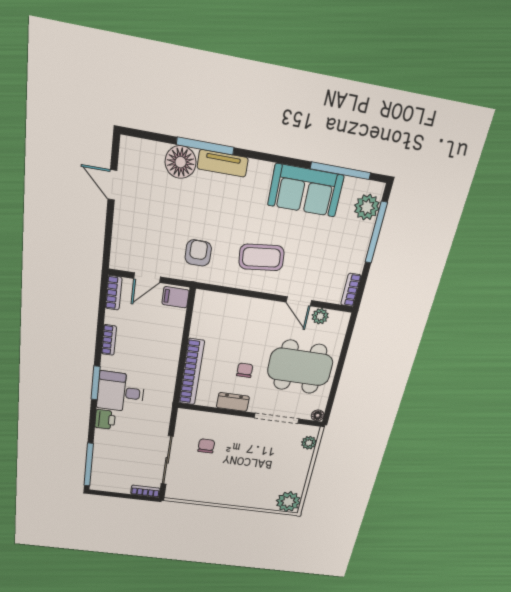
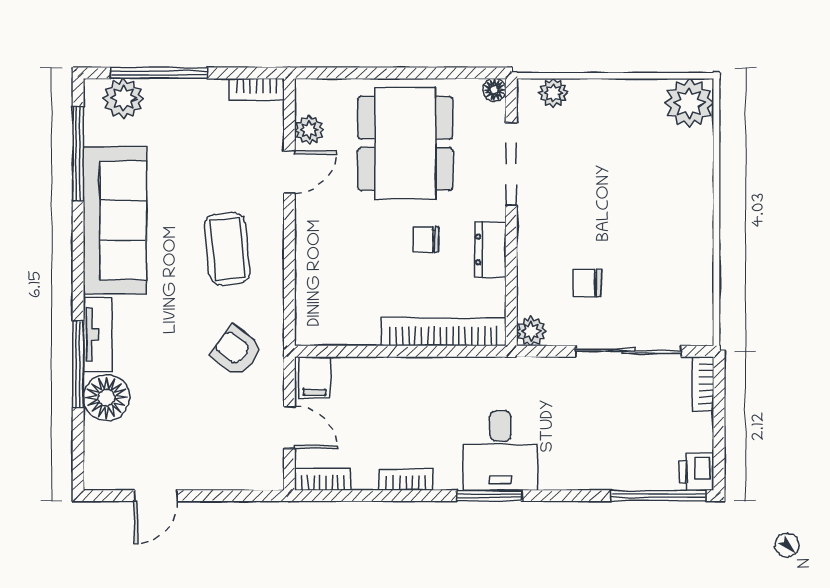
sofa: (306, 190) -> (115, 220), width x1.36
armchair: (198, 253) -> (237, 351), turned 37
plant: (185, 416) -> (531, 331), added
printer: (105, 419) -> (697, 472), moved, turned -90

